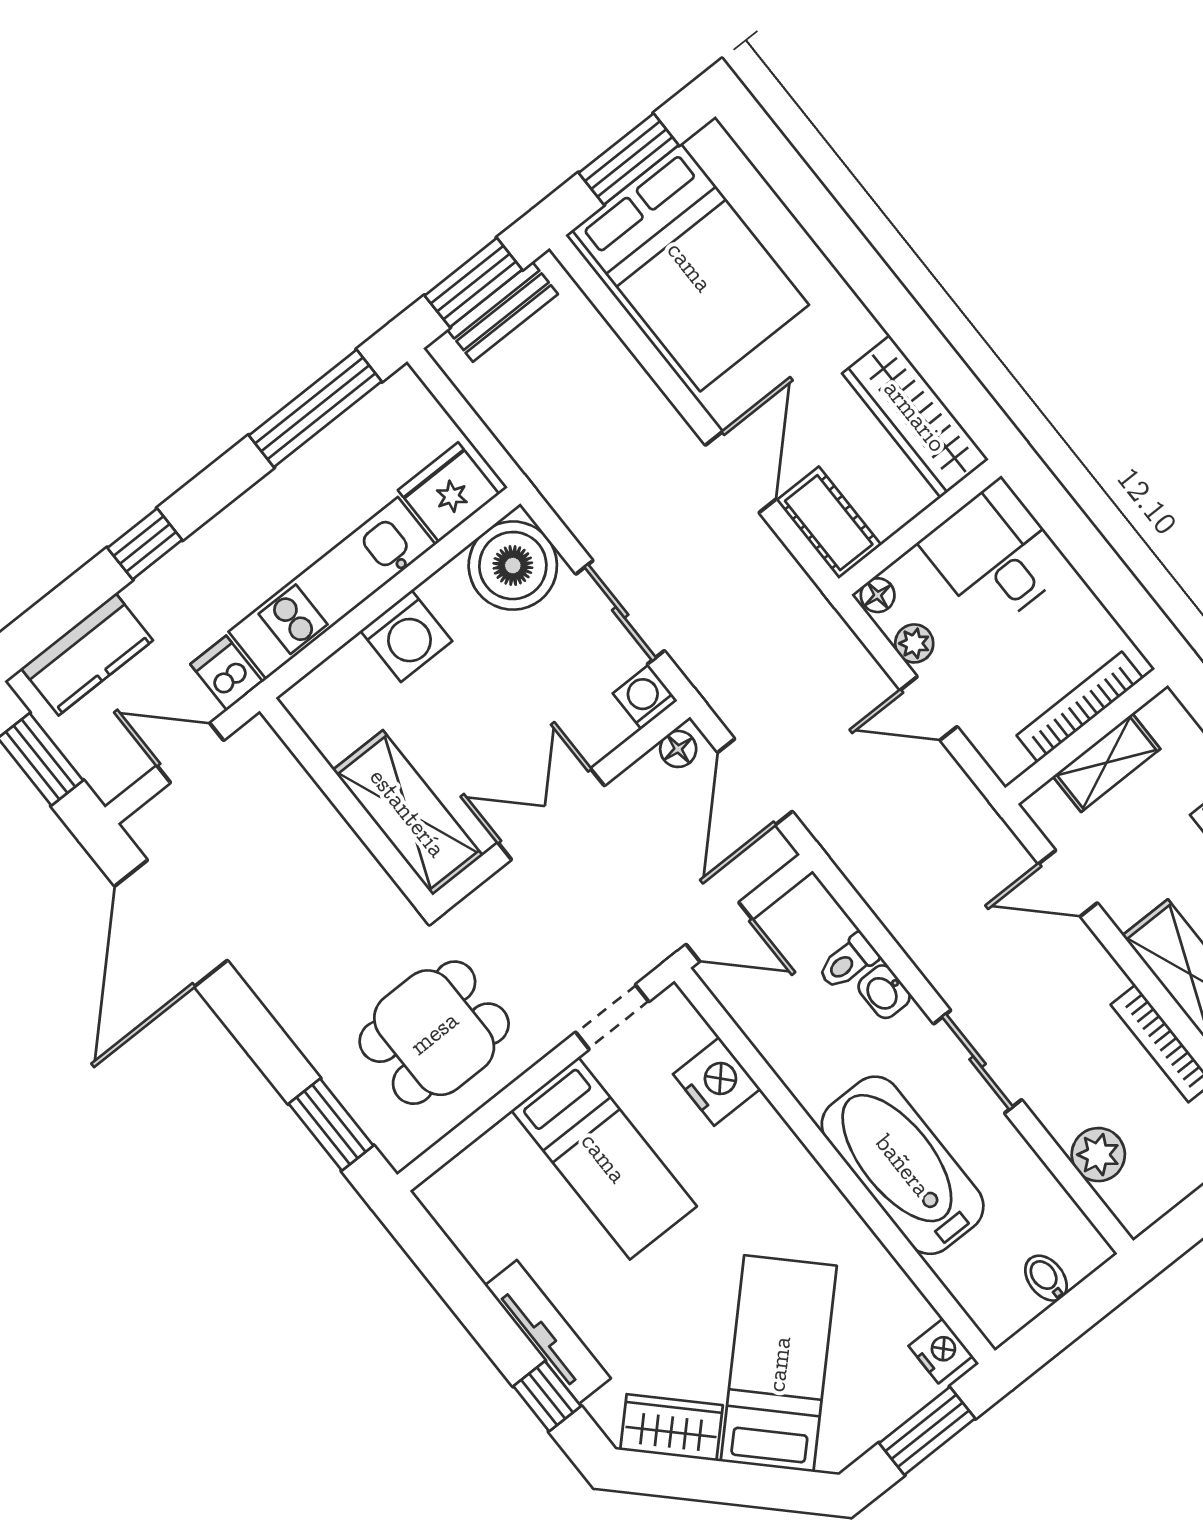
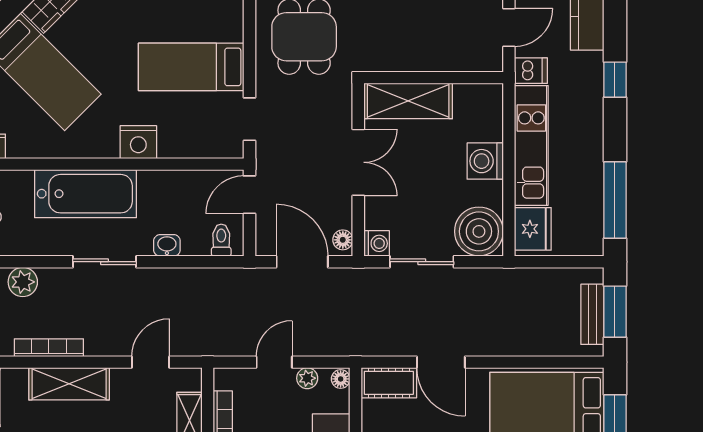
toilet: (848, 962) -> (221, 240), moved
nightstand: (717, 1081) -> (138, 142), moved

